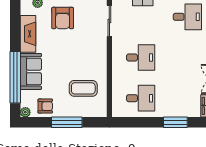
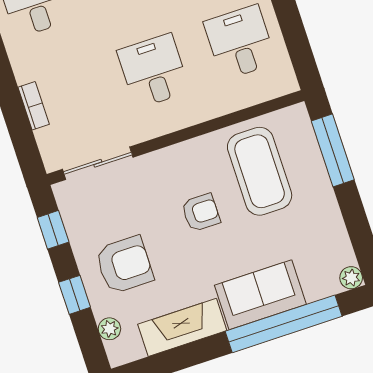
coffee table: (83, 88) -> (260, 171), width x1.36, depth x1.32
armchair: (45, 106) -> (201, 212), moved, turned 90
window: (67, 122) -> (333, 150), moved

